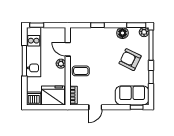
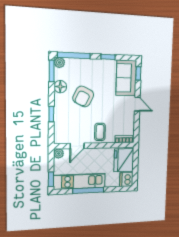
armchair: (130, 60) -> (83, 96), moved
plant: (61, 64) -> (59, 153), moved
door: (95, 107) -> (137, 104), moved

